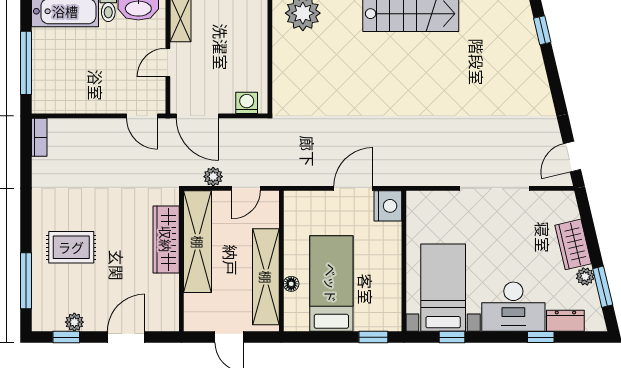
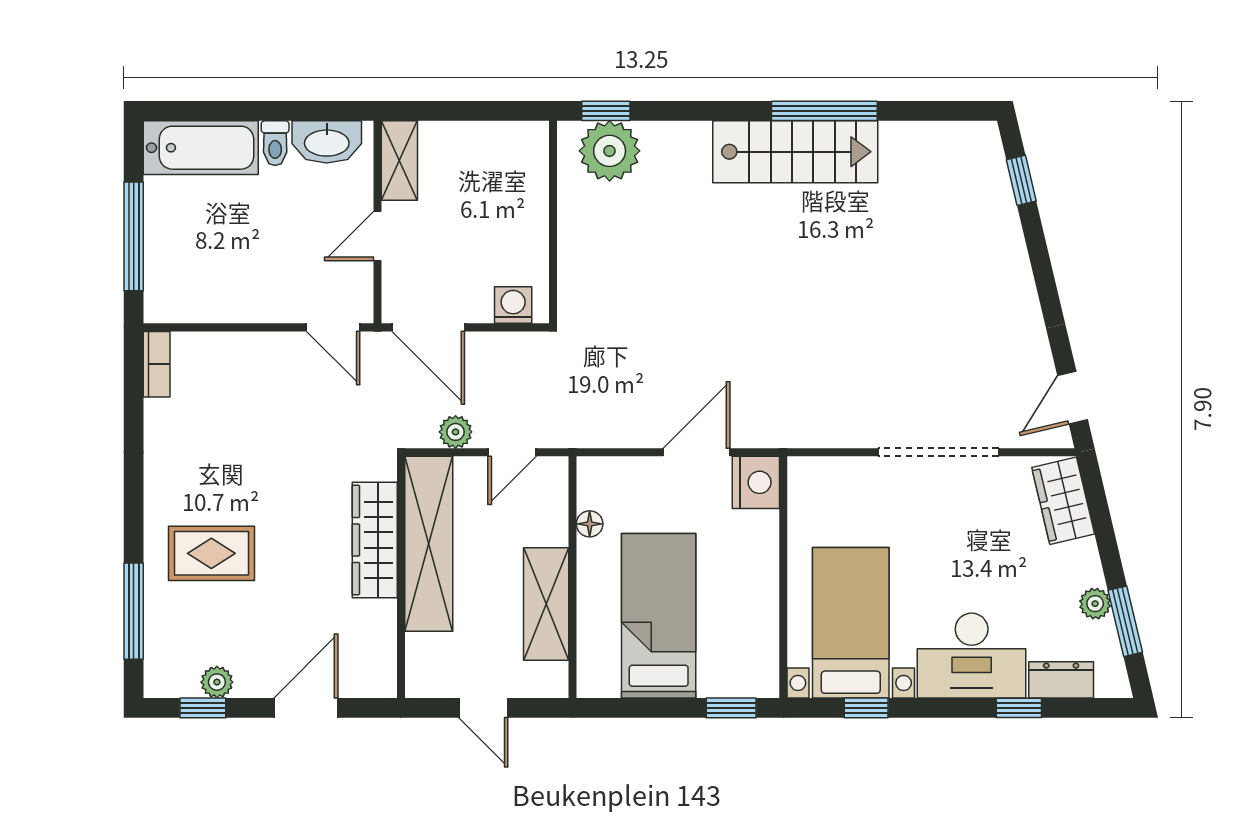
wardrobe: (573, 244) -> (1063, 501), moved
shelving: (266, 277) -> (546, 604), width x0.68
floor lamp: (291, 284) -> (590, 524), moved

